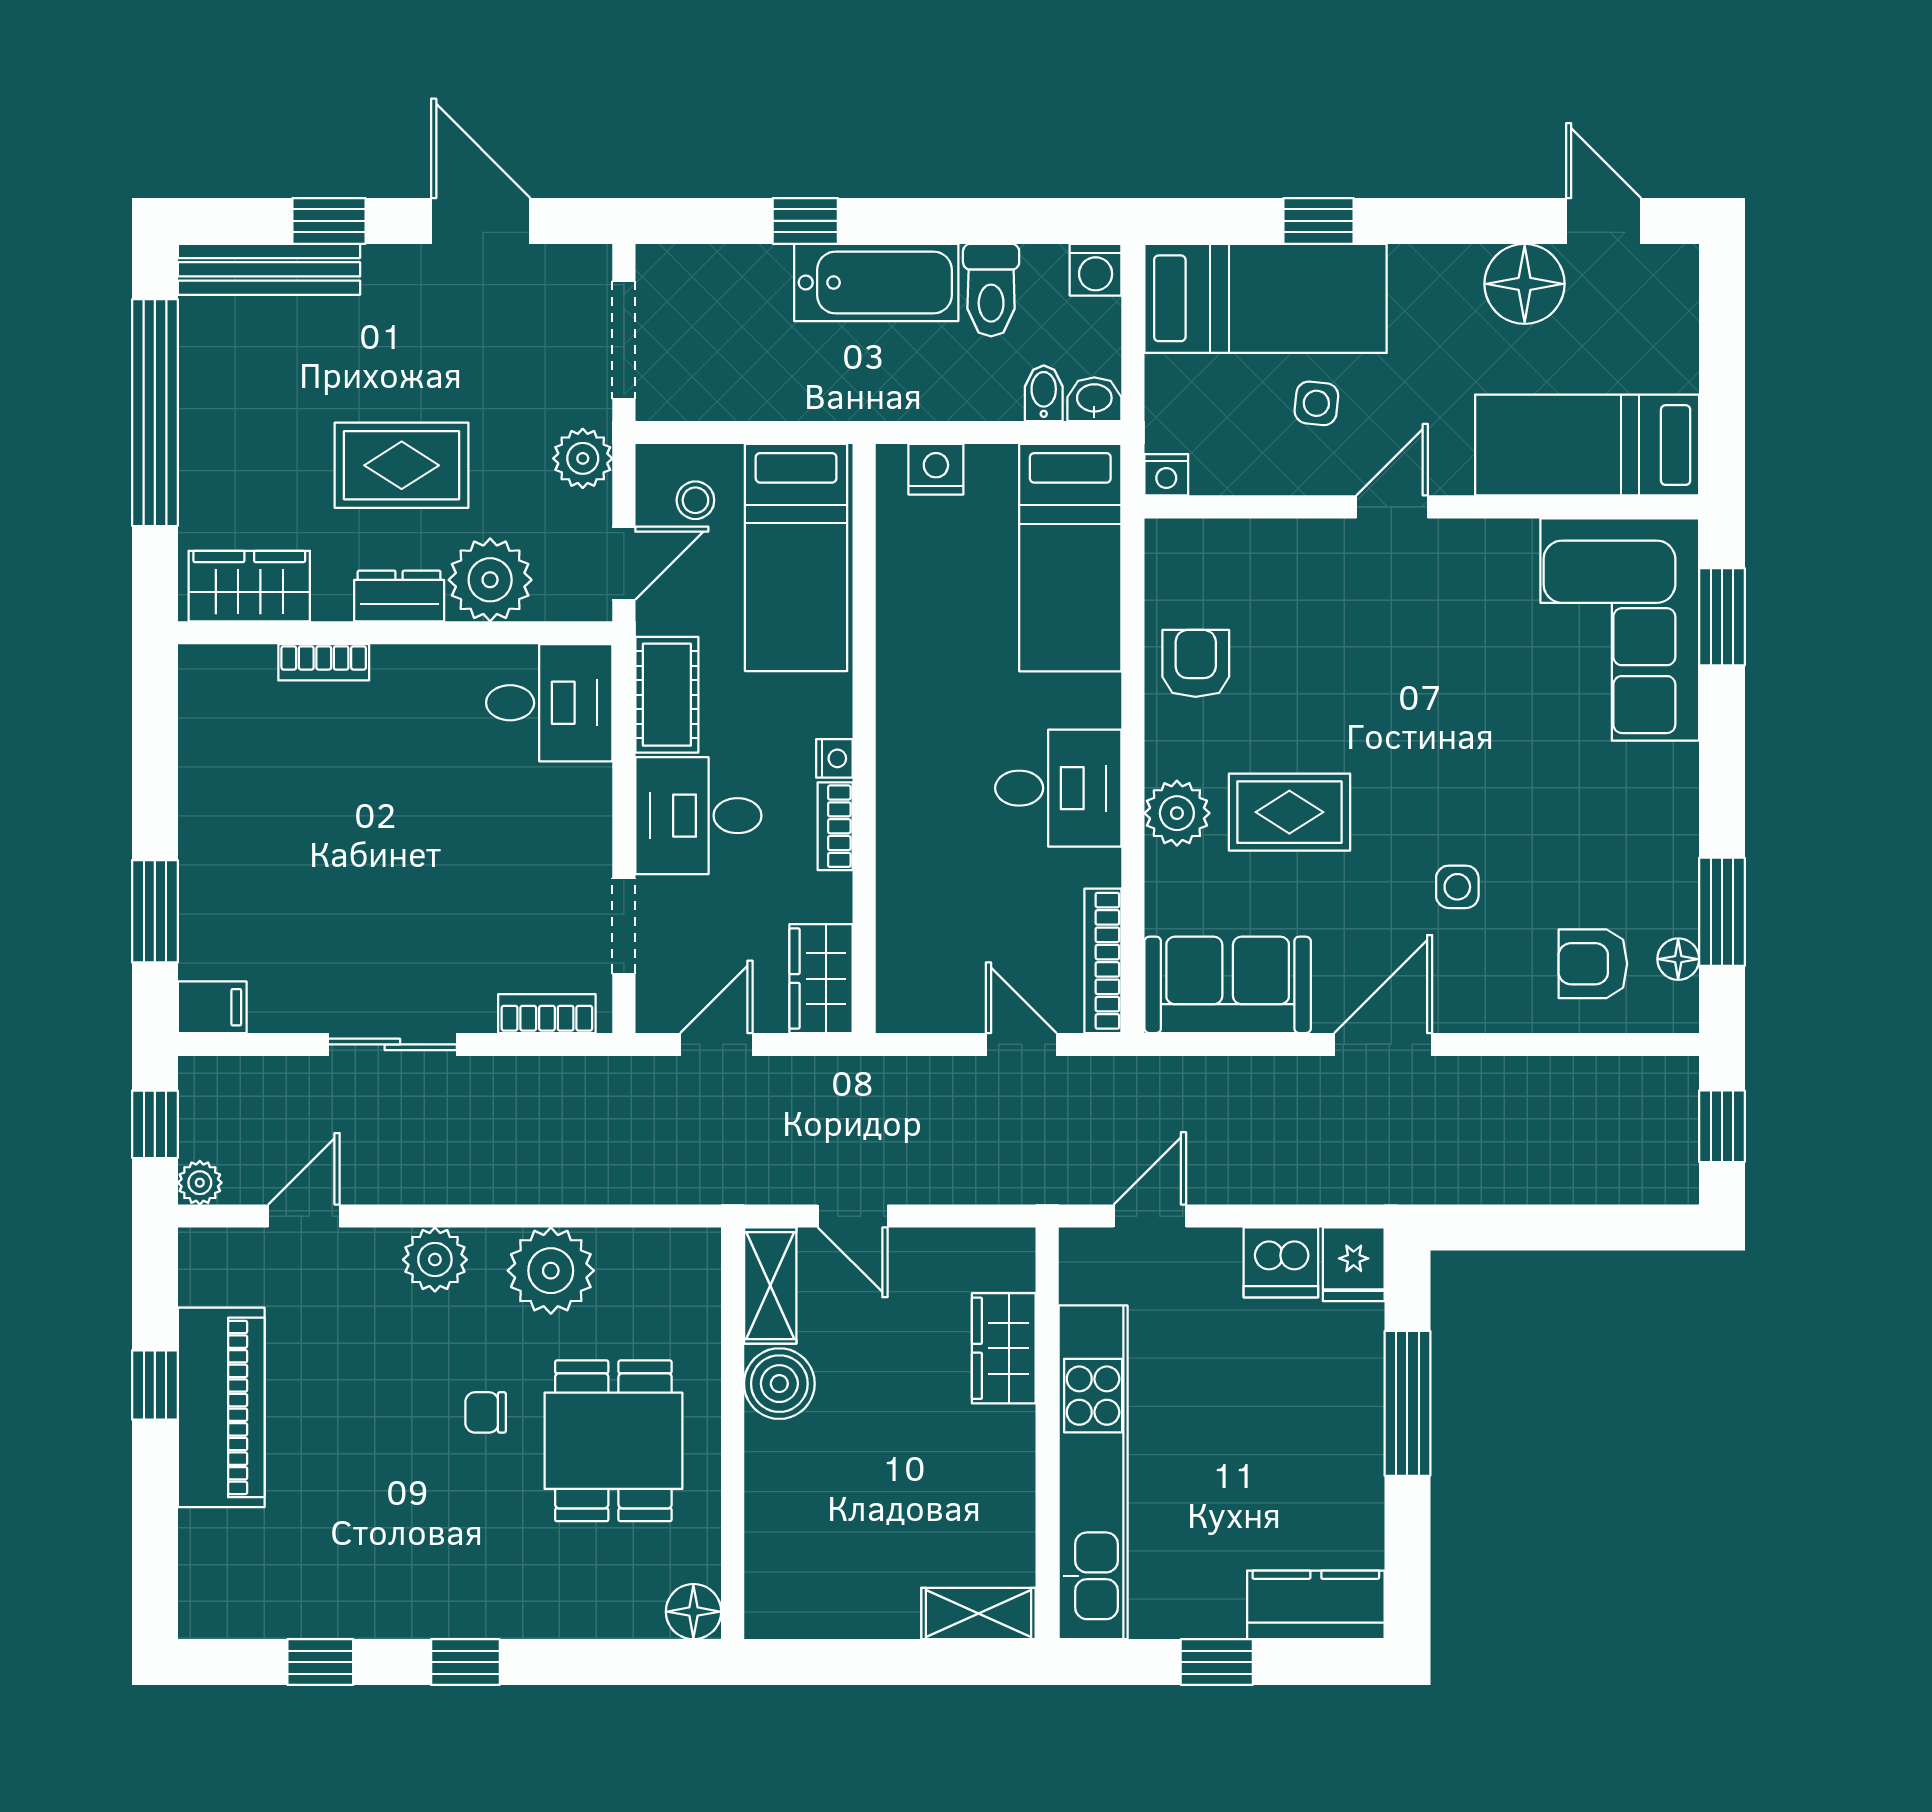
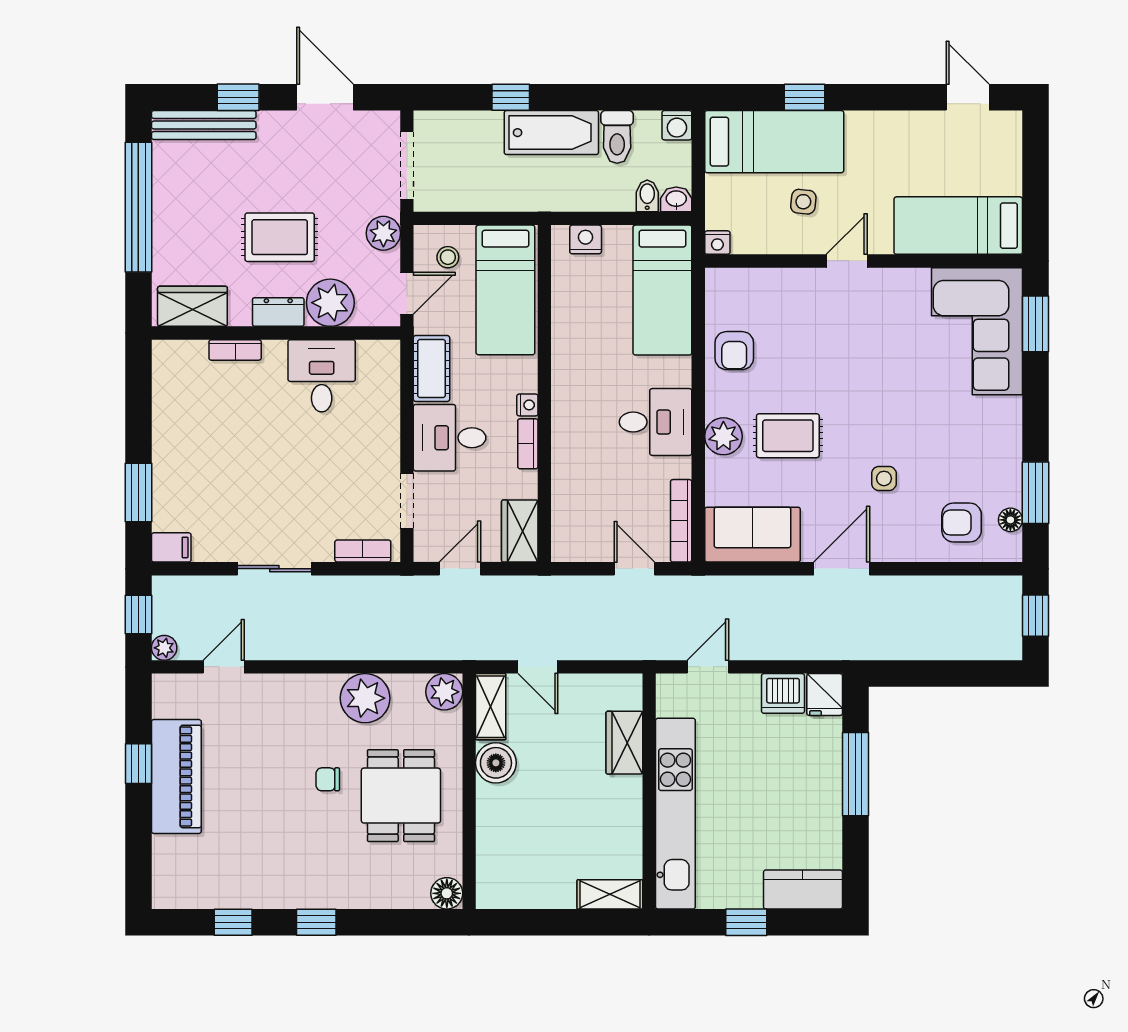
floor lamp: (1525, 284) -> (922, 133), removed
armchair: (1196, 663) -> (734, 351), turned 180
desk: (549, 703) -> (322, 376), moved, turned -90
plant: (435, 1260) -> (444, 692), moved

